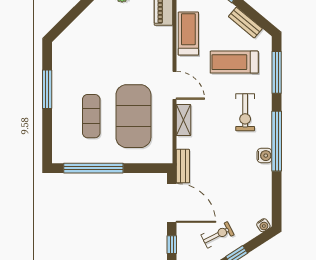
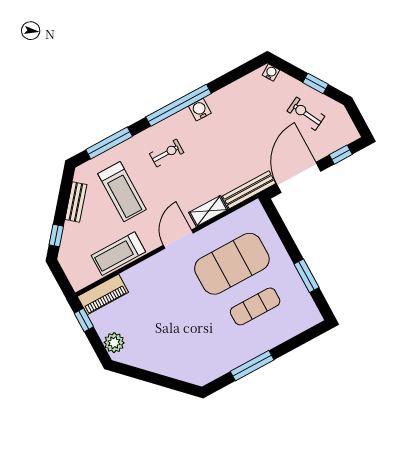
exercise bike: (245, 112) -> (167, 153), width x0.73, depth x0.72
bench: (183, 166) -> (249, 190), width x1.36
window: (93, 168) -> (307, 276), width x0.47

